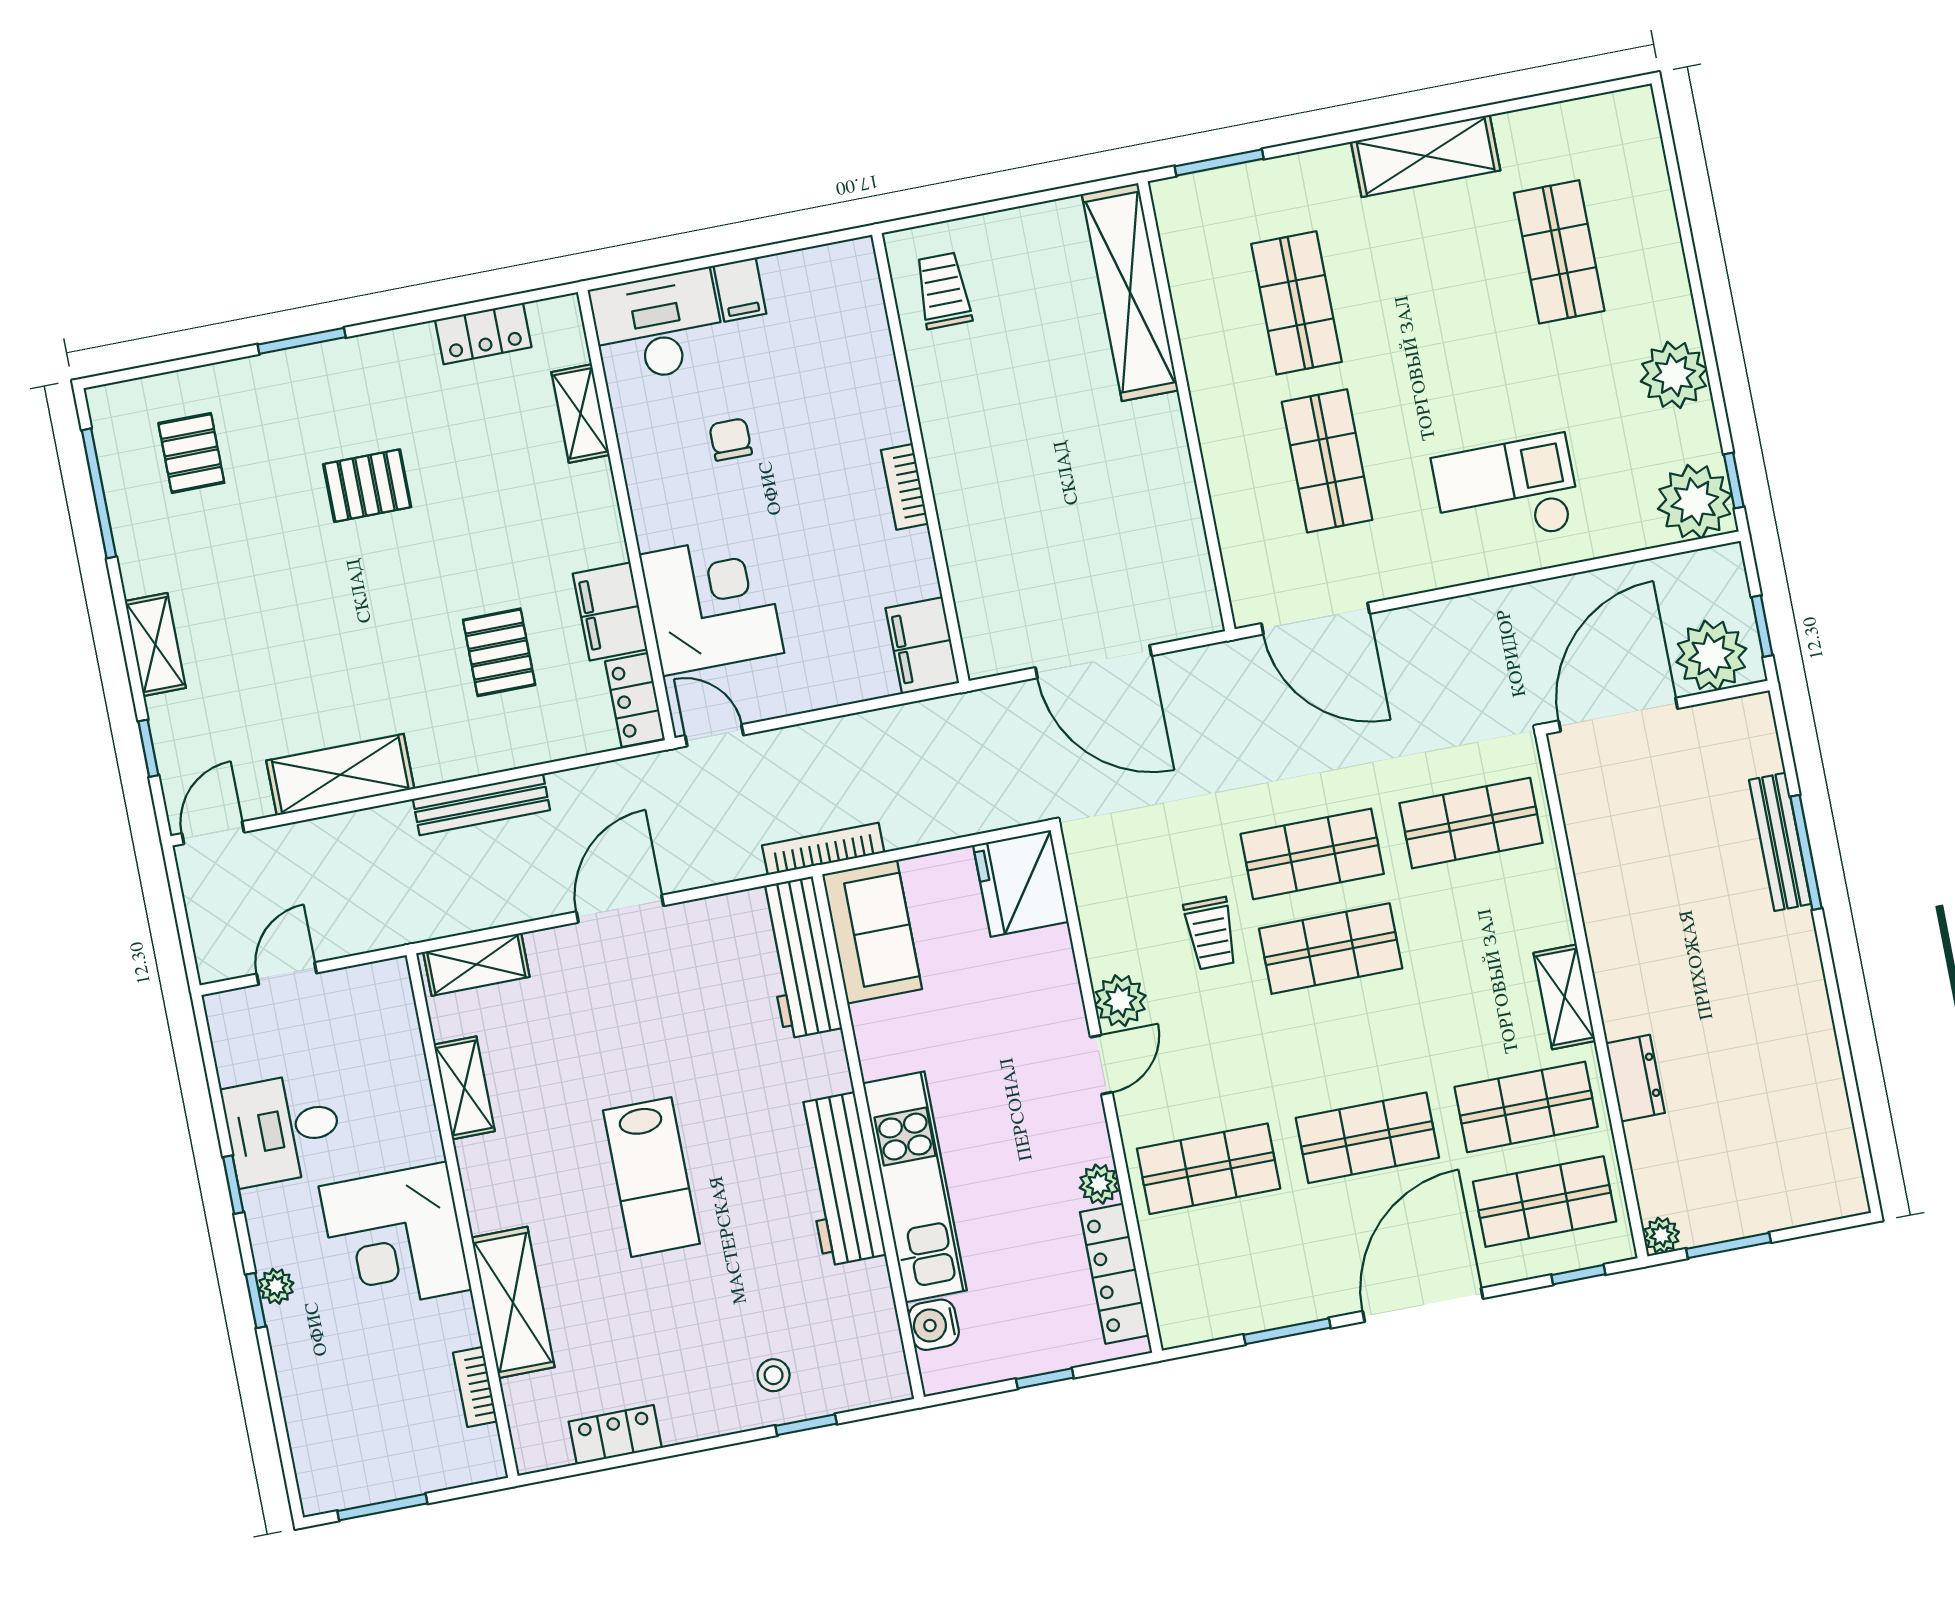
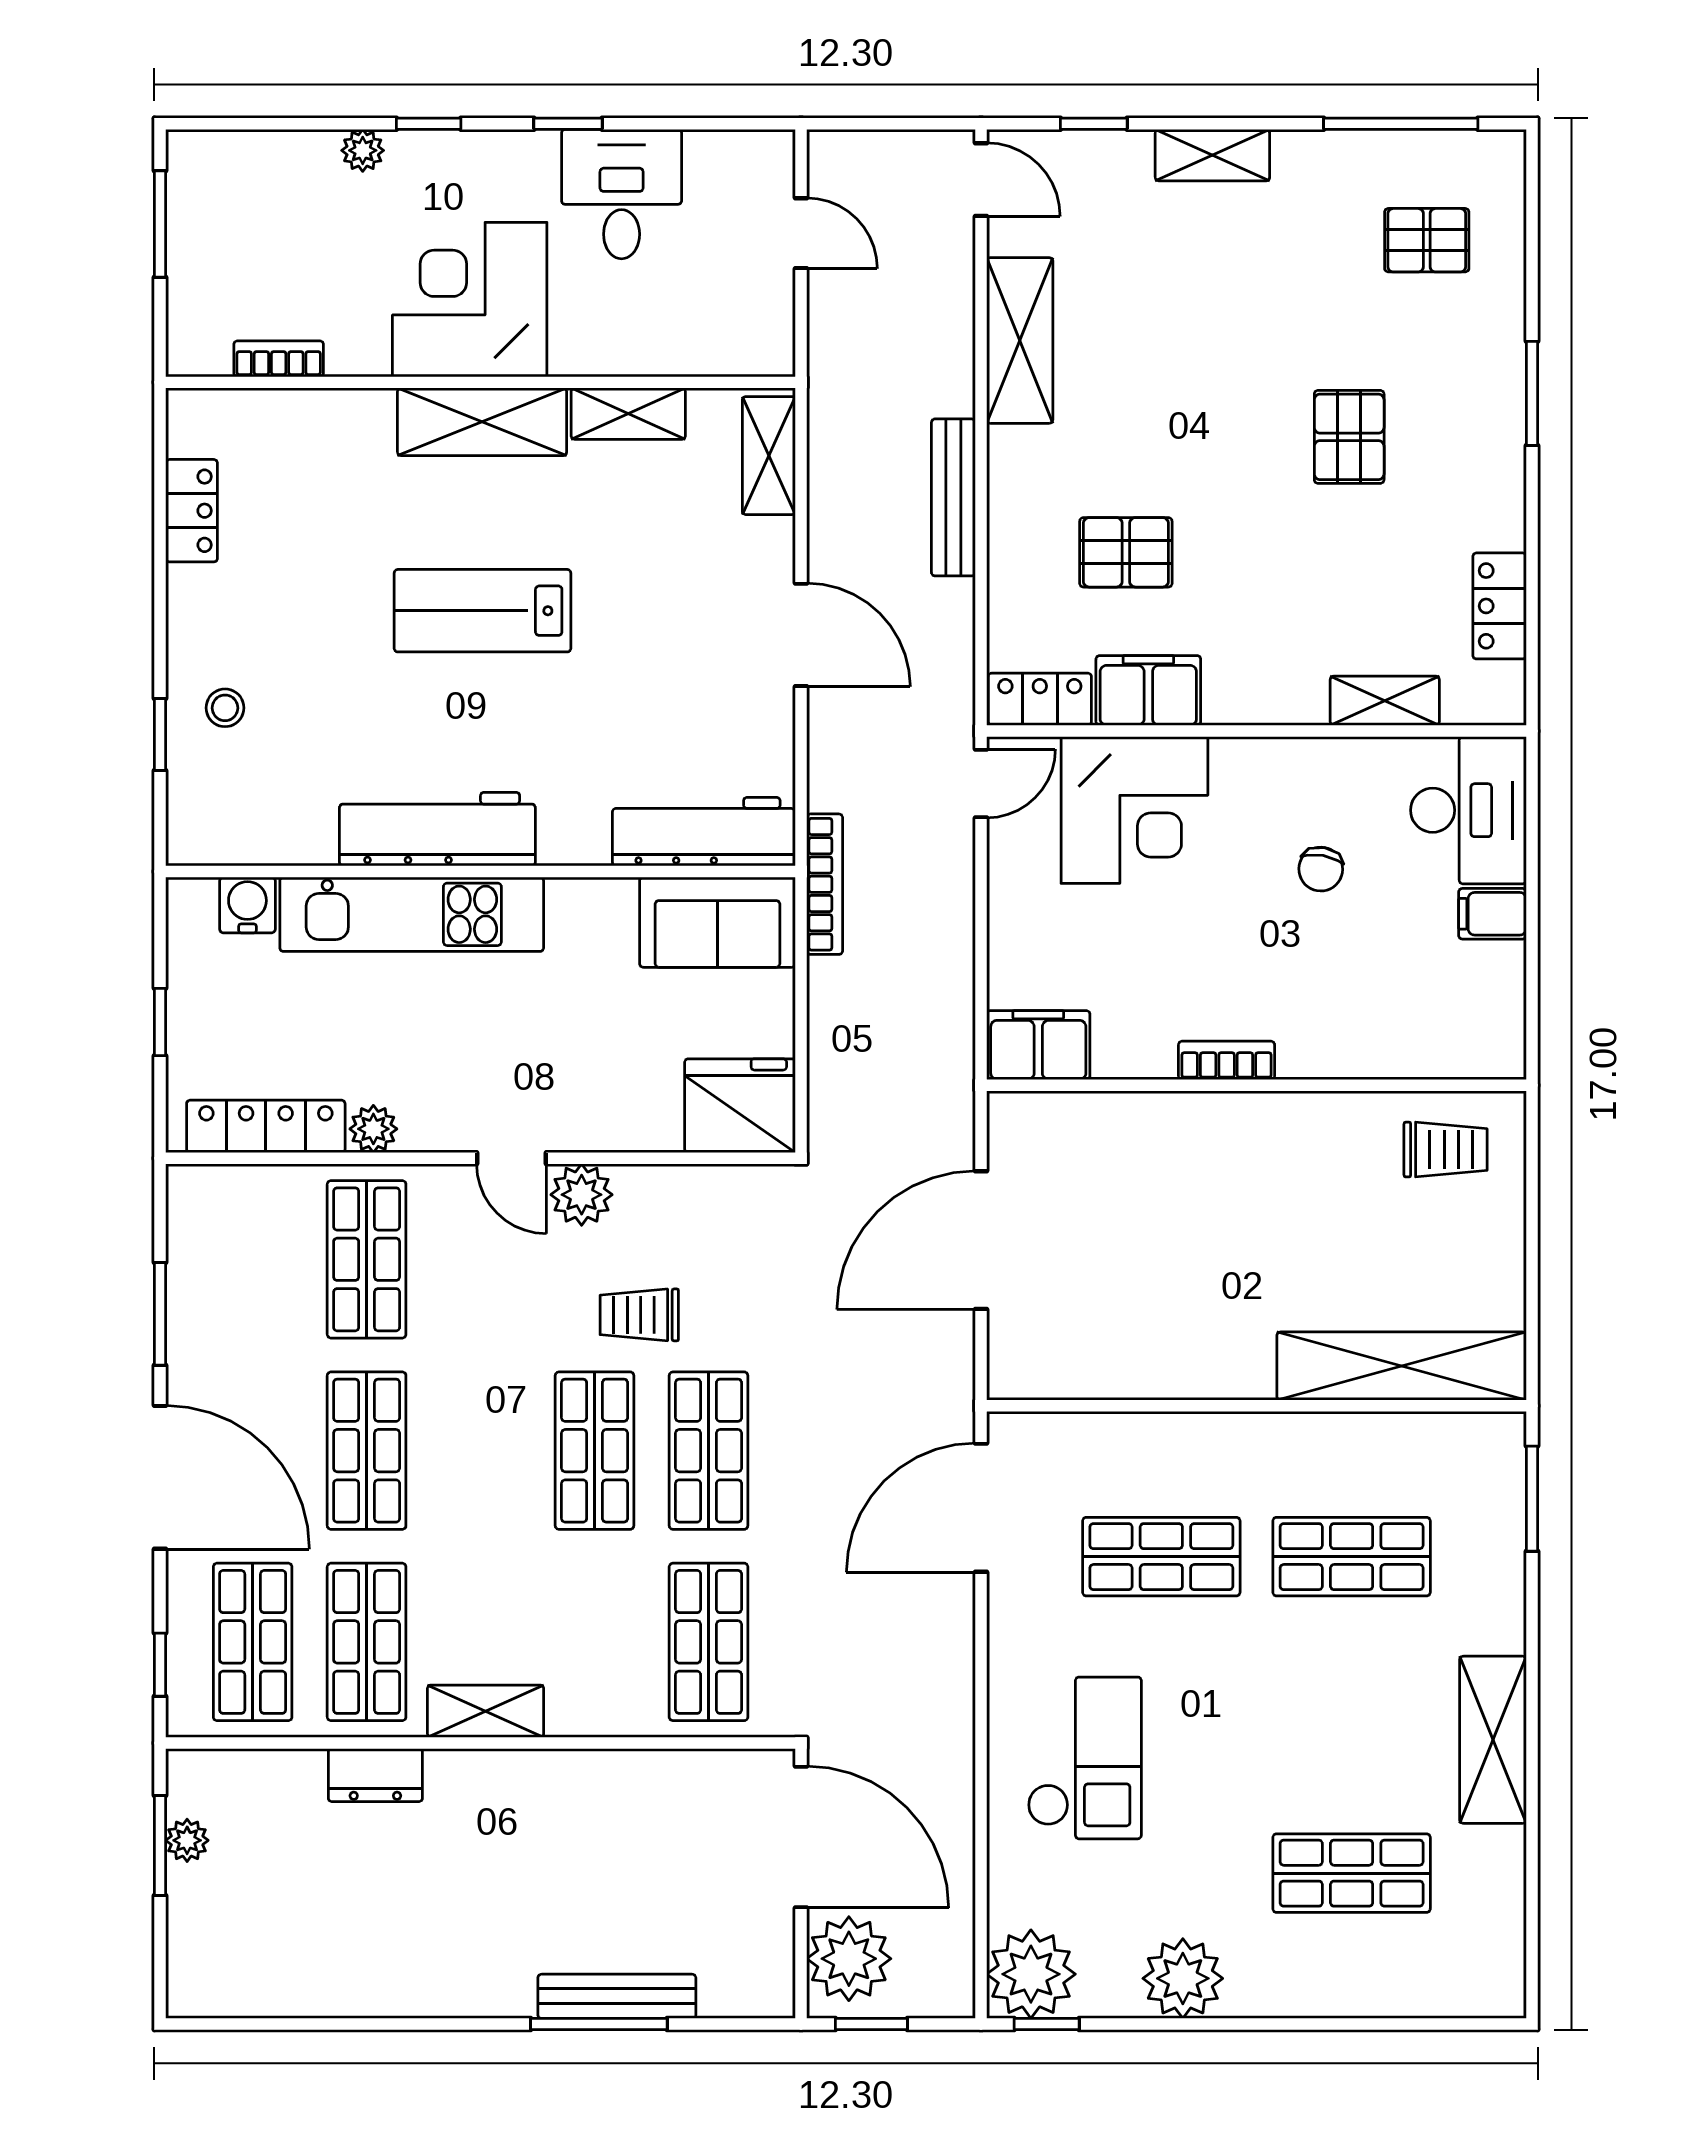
chair: (731, 439) -> (1321, 869), turned 100
plant: (1661, 1235) -> (187, 1840), moved
plant: (276, 1286) -> (363, 150), moved
shelving: (513, 1302) -> (482, 422), moved

